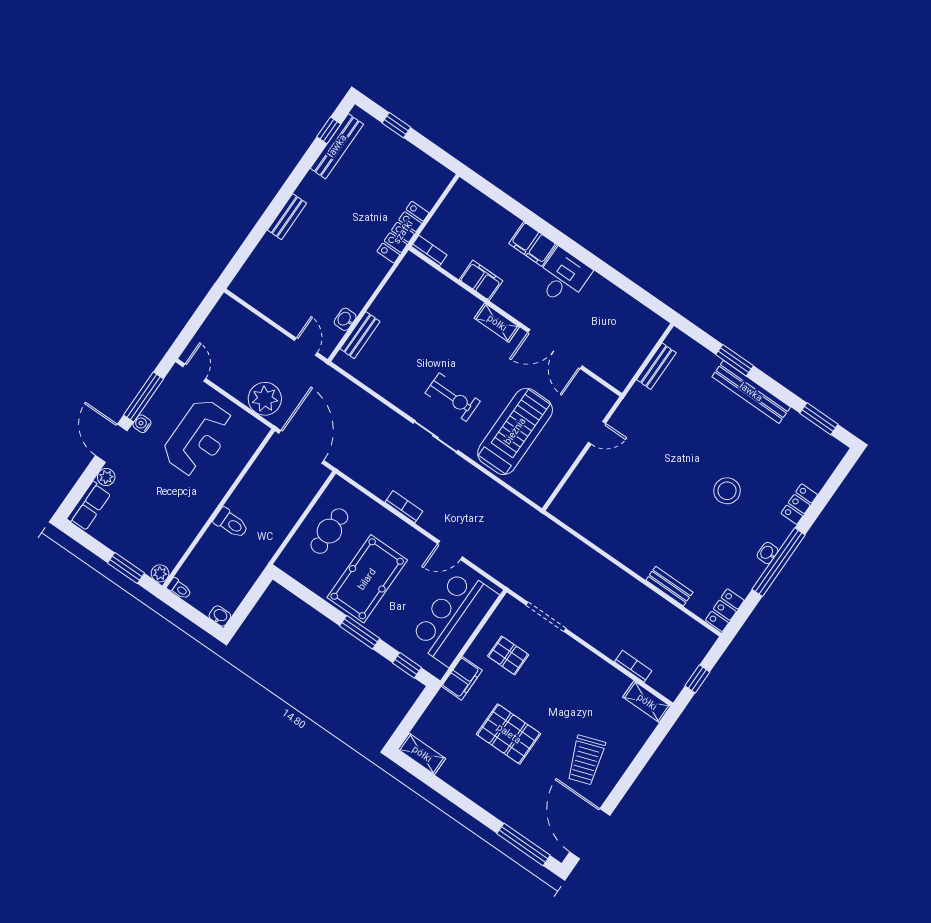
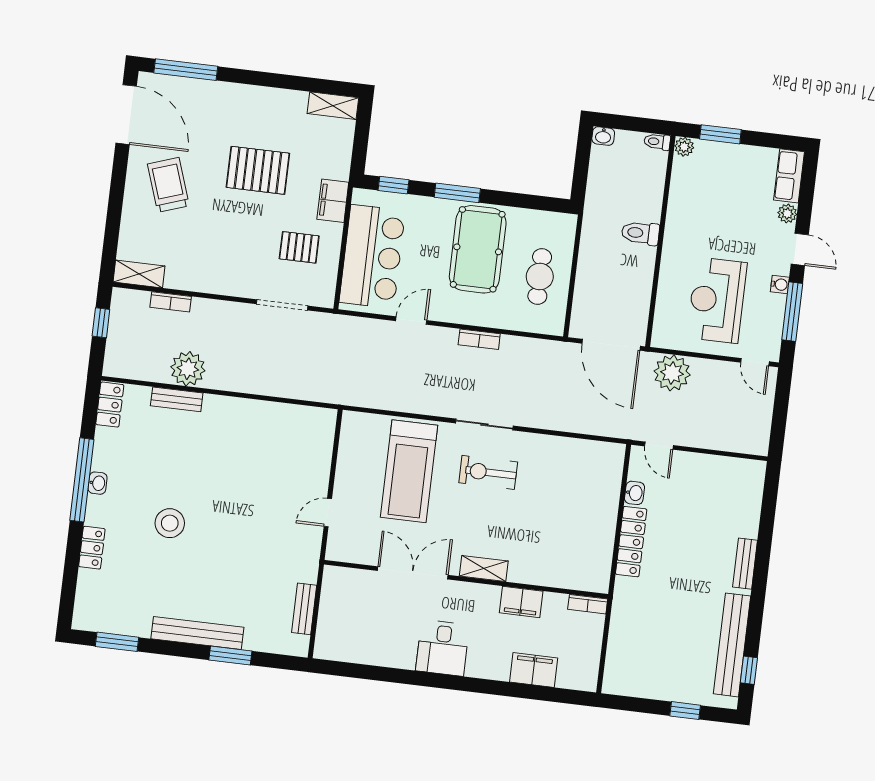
bench: (337, 146) -> (732, 645), width x1.37, depth x1.21
locker: (403, 232) -> (631, 542), moved
filing cabinet: (533, 244) -> (534, 670), moved
bench: (360, 335) -> (612, 485), removed
door: (111, 443) -> (800, 249), width x0.73
plant: (648, 606) -> (188, 369), added

